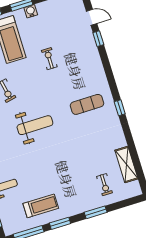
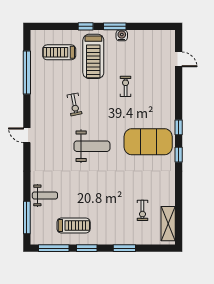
window: (98, 39) -> (179, 127), moved
exercise mat: (87, 104) -> (148, 142), width x2.00, depth x1.45
shelving: (126, 164) -> (168, 224), moved
exercise bike: (104, 185) -> (142, 210), moved

